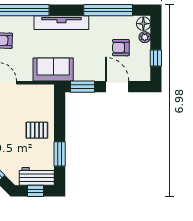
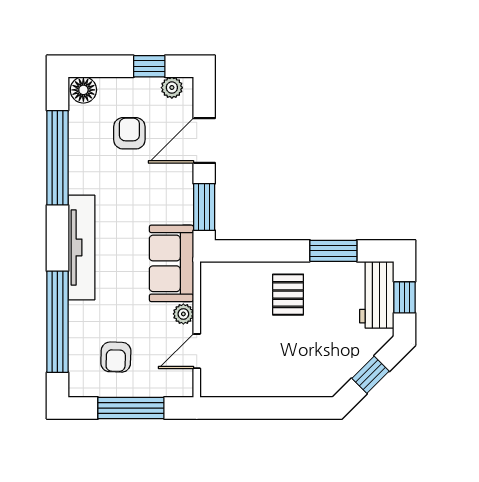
plant: (145, 37) -> (172, 88), moved
armchair: (121, 48) -> (129, 133), turned 180
plant: (27, 76) -> (183, 314), added

